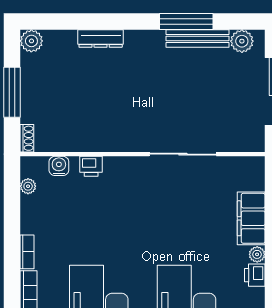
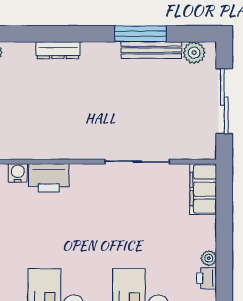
printer: (91, 166) -> (49, 178), width x1.87, depth x1.48
filing cabinet: (251, 218) -> (203, 189), moved

